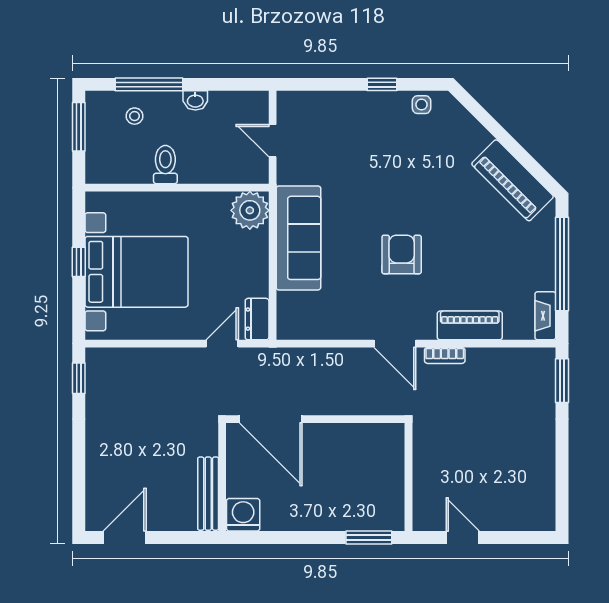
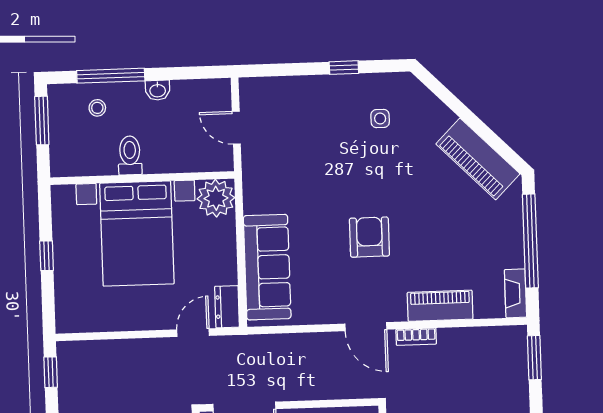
side table: (421, 105) -> (380, 119), moved
sofa: (298, 238) -> (267, 267), moved
bed with nightstands: (136, 272) -> (137, 234), moved, turned 90

